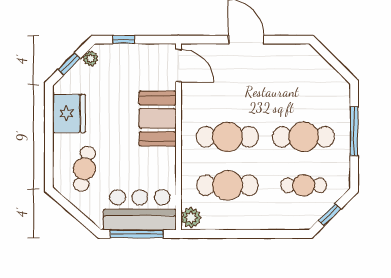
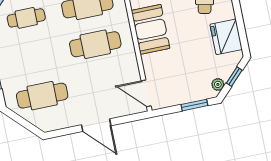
window: (124, 40) -> (194, 105), width x1.50
booth: (158, 118) -> (151, 29), moved
cafe table: (304, 137) -> (42, 96), moved

